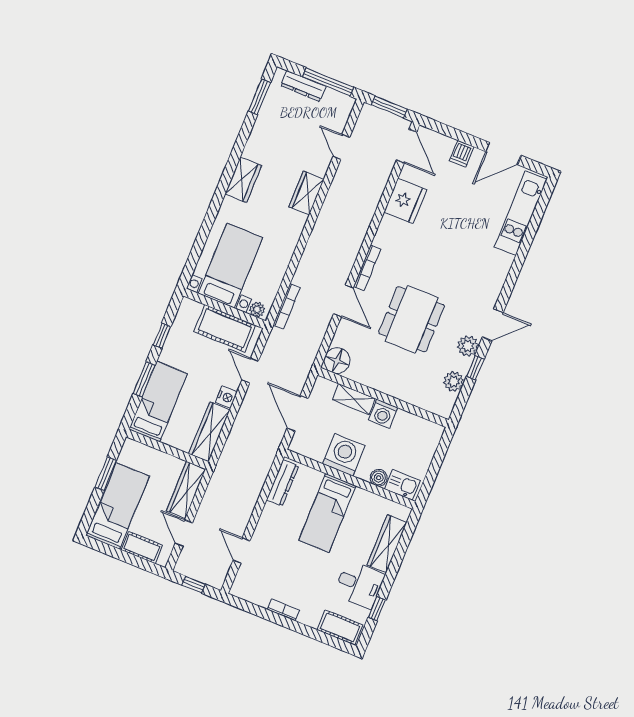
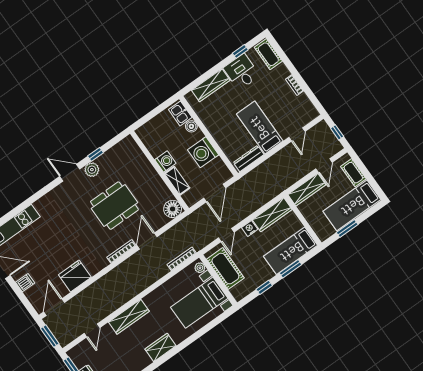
wardrobe: (306, 193) -> (129, 317), width x1.50
plant: (454, 381) -> (113, 154), removed
bed: (327, 513) -> (260, 127), moved, turned -90

